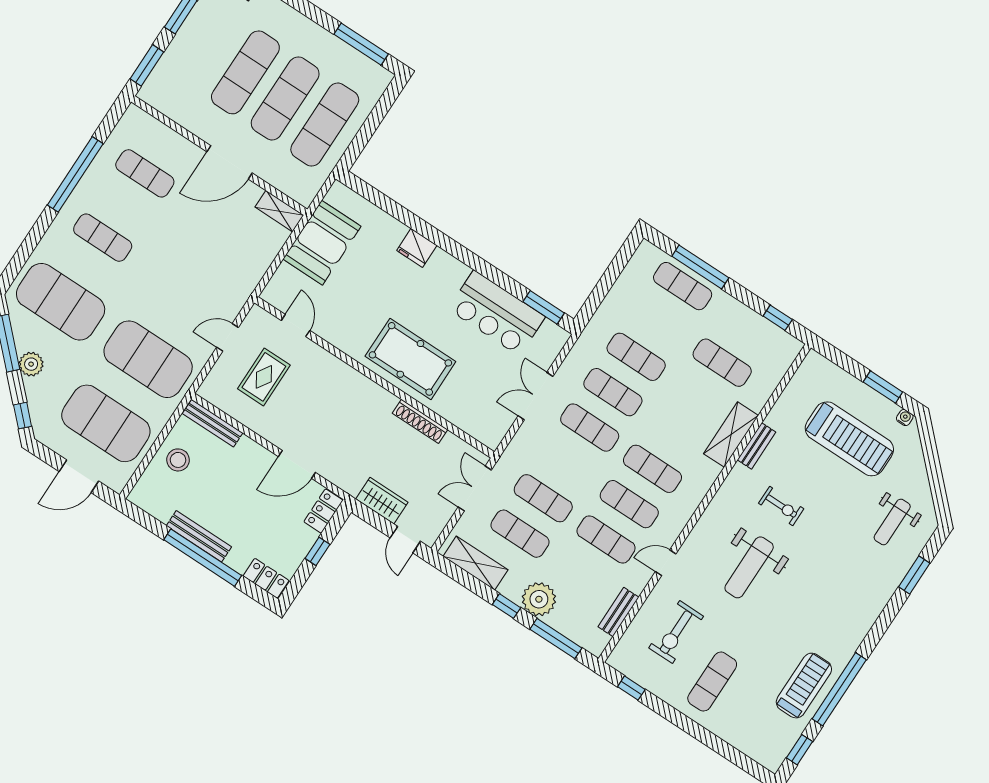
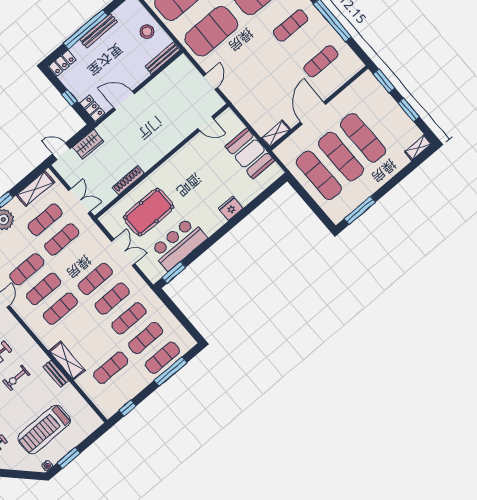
exercise mat: (659, 321) -> (146, 338), added
pool table: (410, 359) -> (149, 212), moved
rug: (264, 377) -> (181, 96), removed
door: (297, 464) -> (124, 101), hinge flipped

